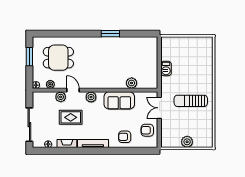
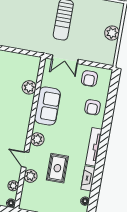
barbecue: (166, 68) -> (19, 43), removed
door: (73, 90) -> (25, 160), hinge flipped

